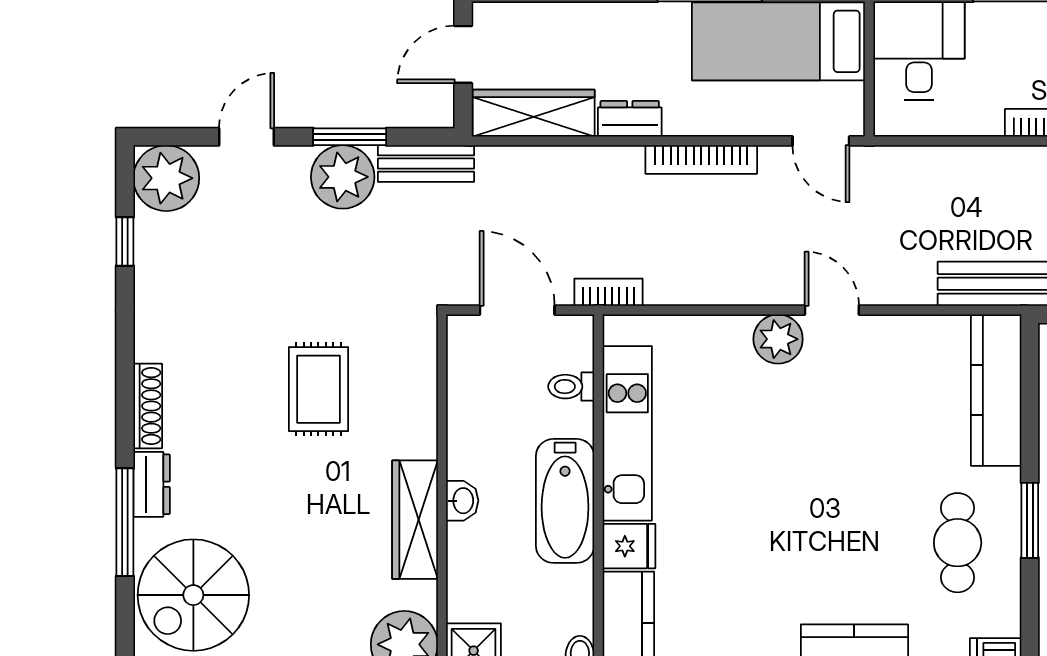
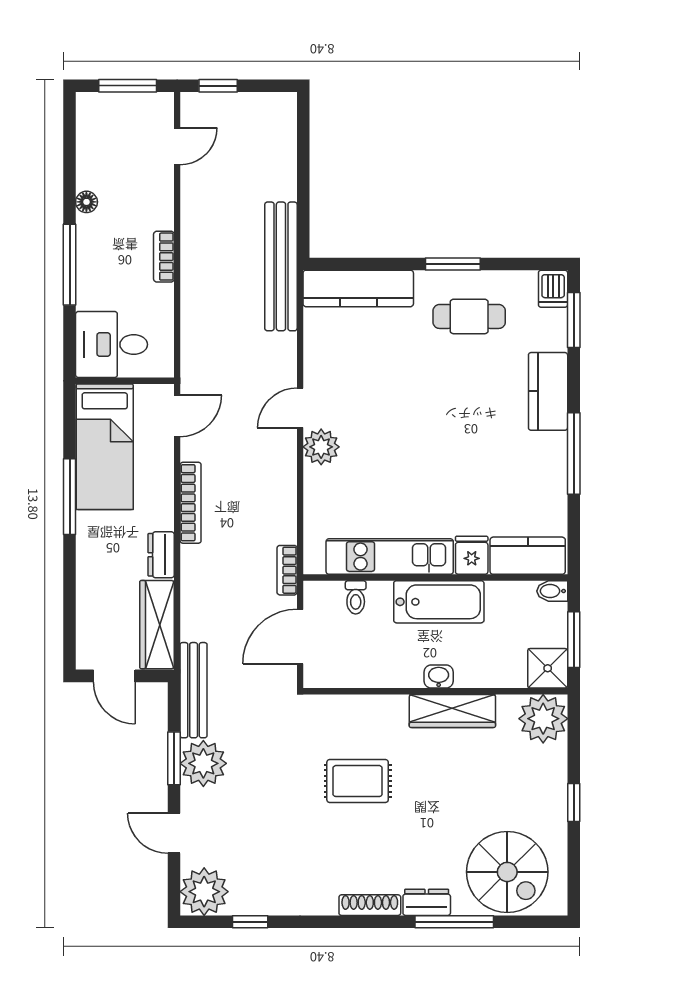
bench: (426, 164) -> (194, 690), width x1.36

